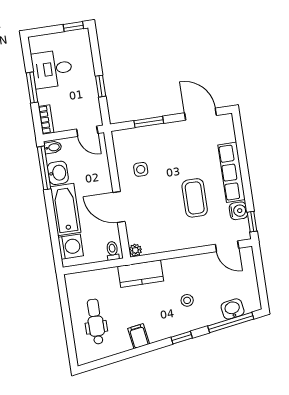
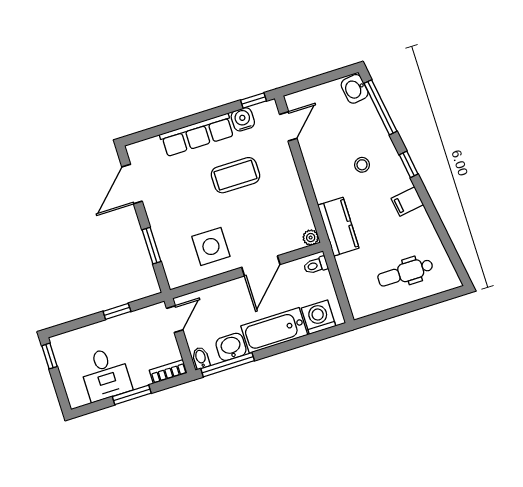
side table: (141, 169) -> (211, 246), width x1.87, depth x1.87
washbasin: (233, 309) -> (355, 89), moved
filing cabinet: (139, 336) -> (407, 202), moved

